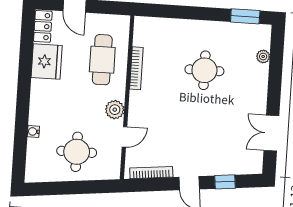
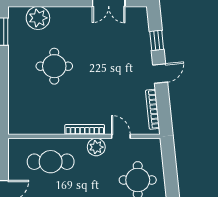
plant: (263, 56) -> (38, 18), width x1.88, depth x1.88
bookcase: (136, 68) -> (85, 129), moved

